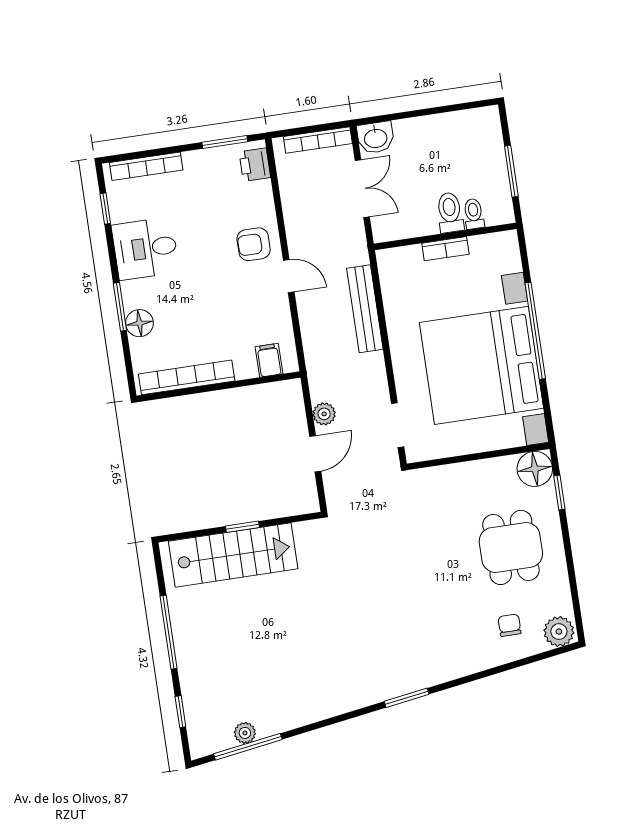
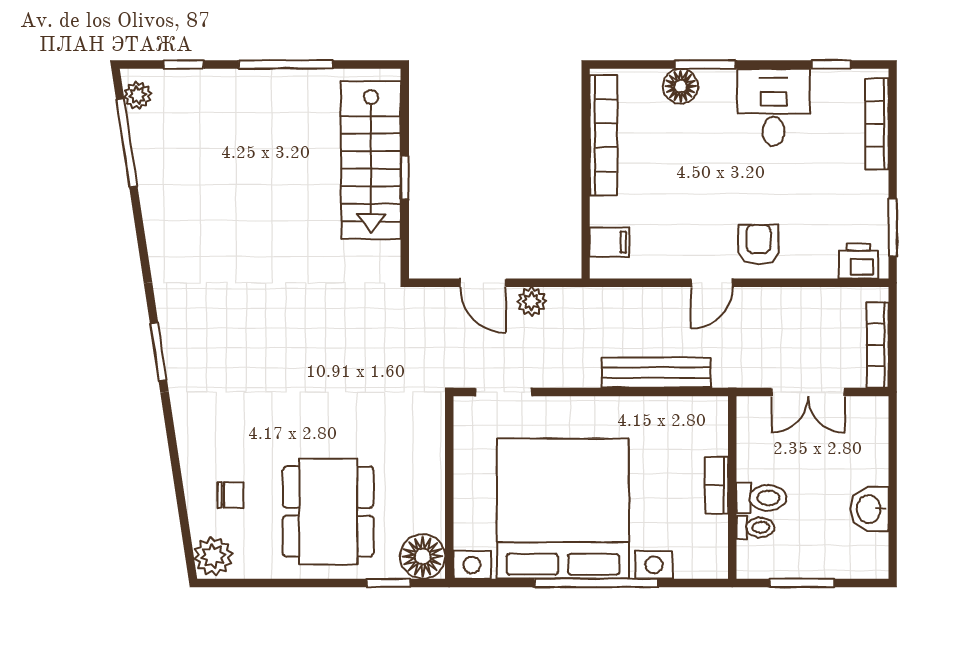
washbasin: (376, 138) -> (870, 509), moved
dining table: (511, 547) -> (328, 512), width x1.38
plant: (245, 733) -> (138, 95), moved

